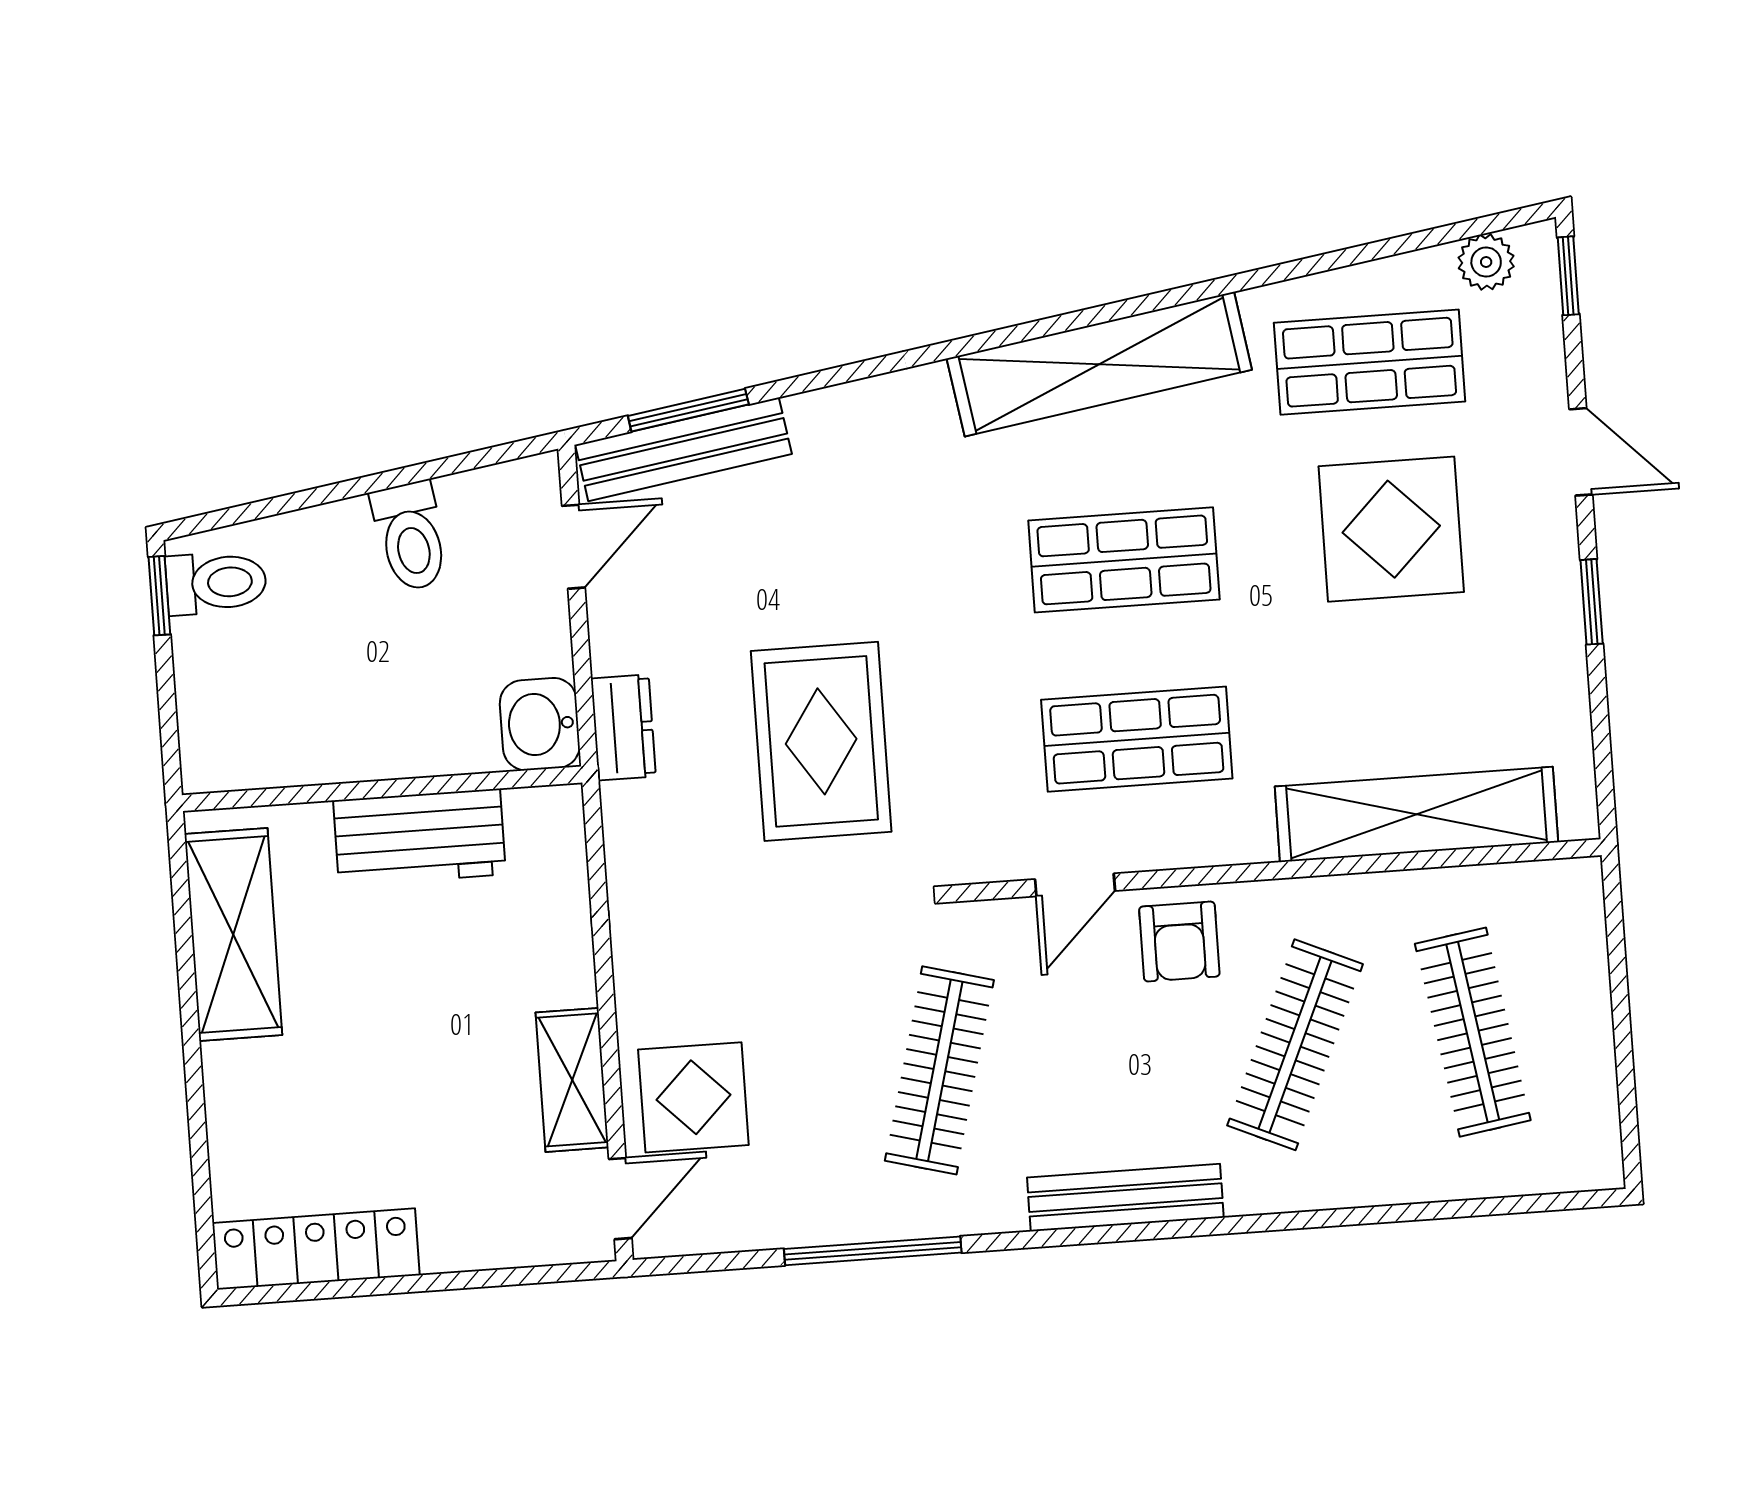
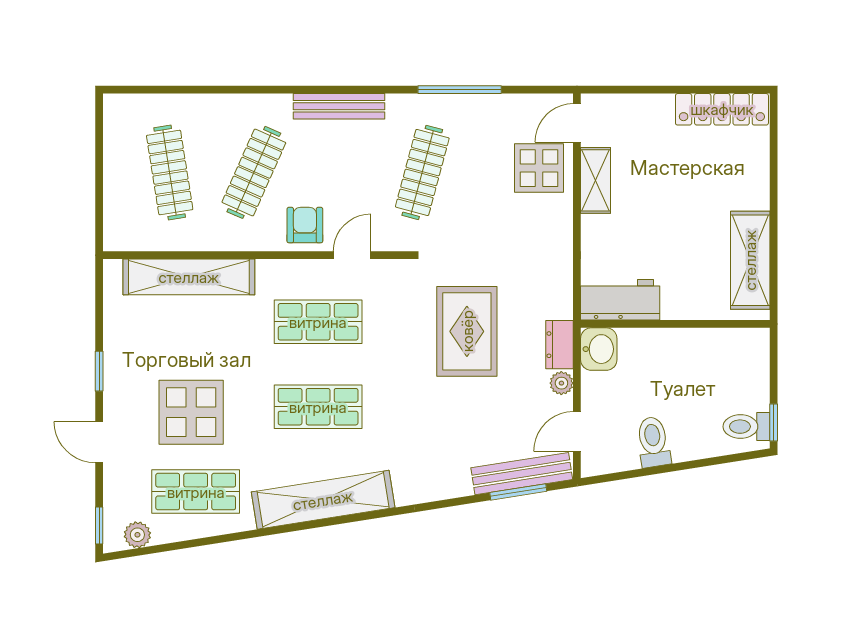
plant: (613, 647) -> (561, 383), added
workbench: (420, 837) -> (620, 300), moved

